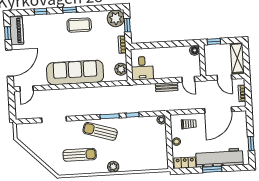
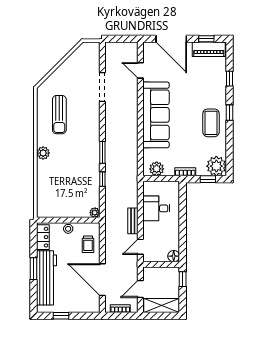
desk: (142, 68) -> (156, 208), moved
door: (27, 89) -> (140, 70), moved
sun lounger: (100, 131) -> (85, 140), removed

